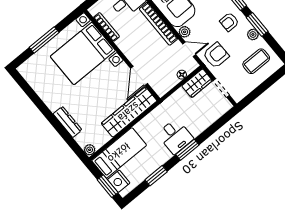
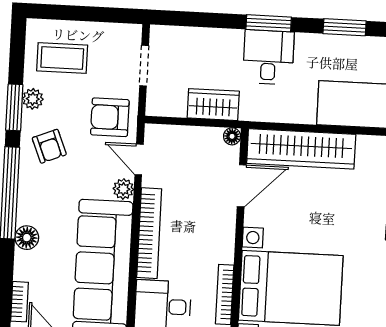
armchair: (229, 22) -> (49, 146), turned 68
floor lamp: (182, 75) -> (232, 136), moved
wardrobe: (197, 83) -> (213, 105), moved

